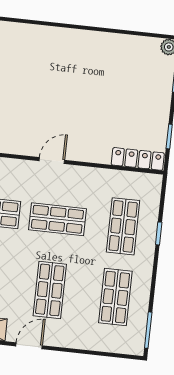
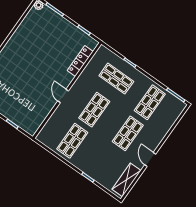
locker: (138, 159) -> (80, 61), moved
shop shelf: (50, 290) -> (128, 133), turned 90
shop shelf: (115, 297) -> (150, 102), turned 90

